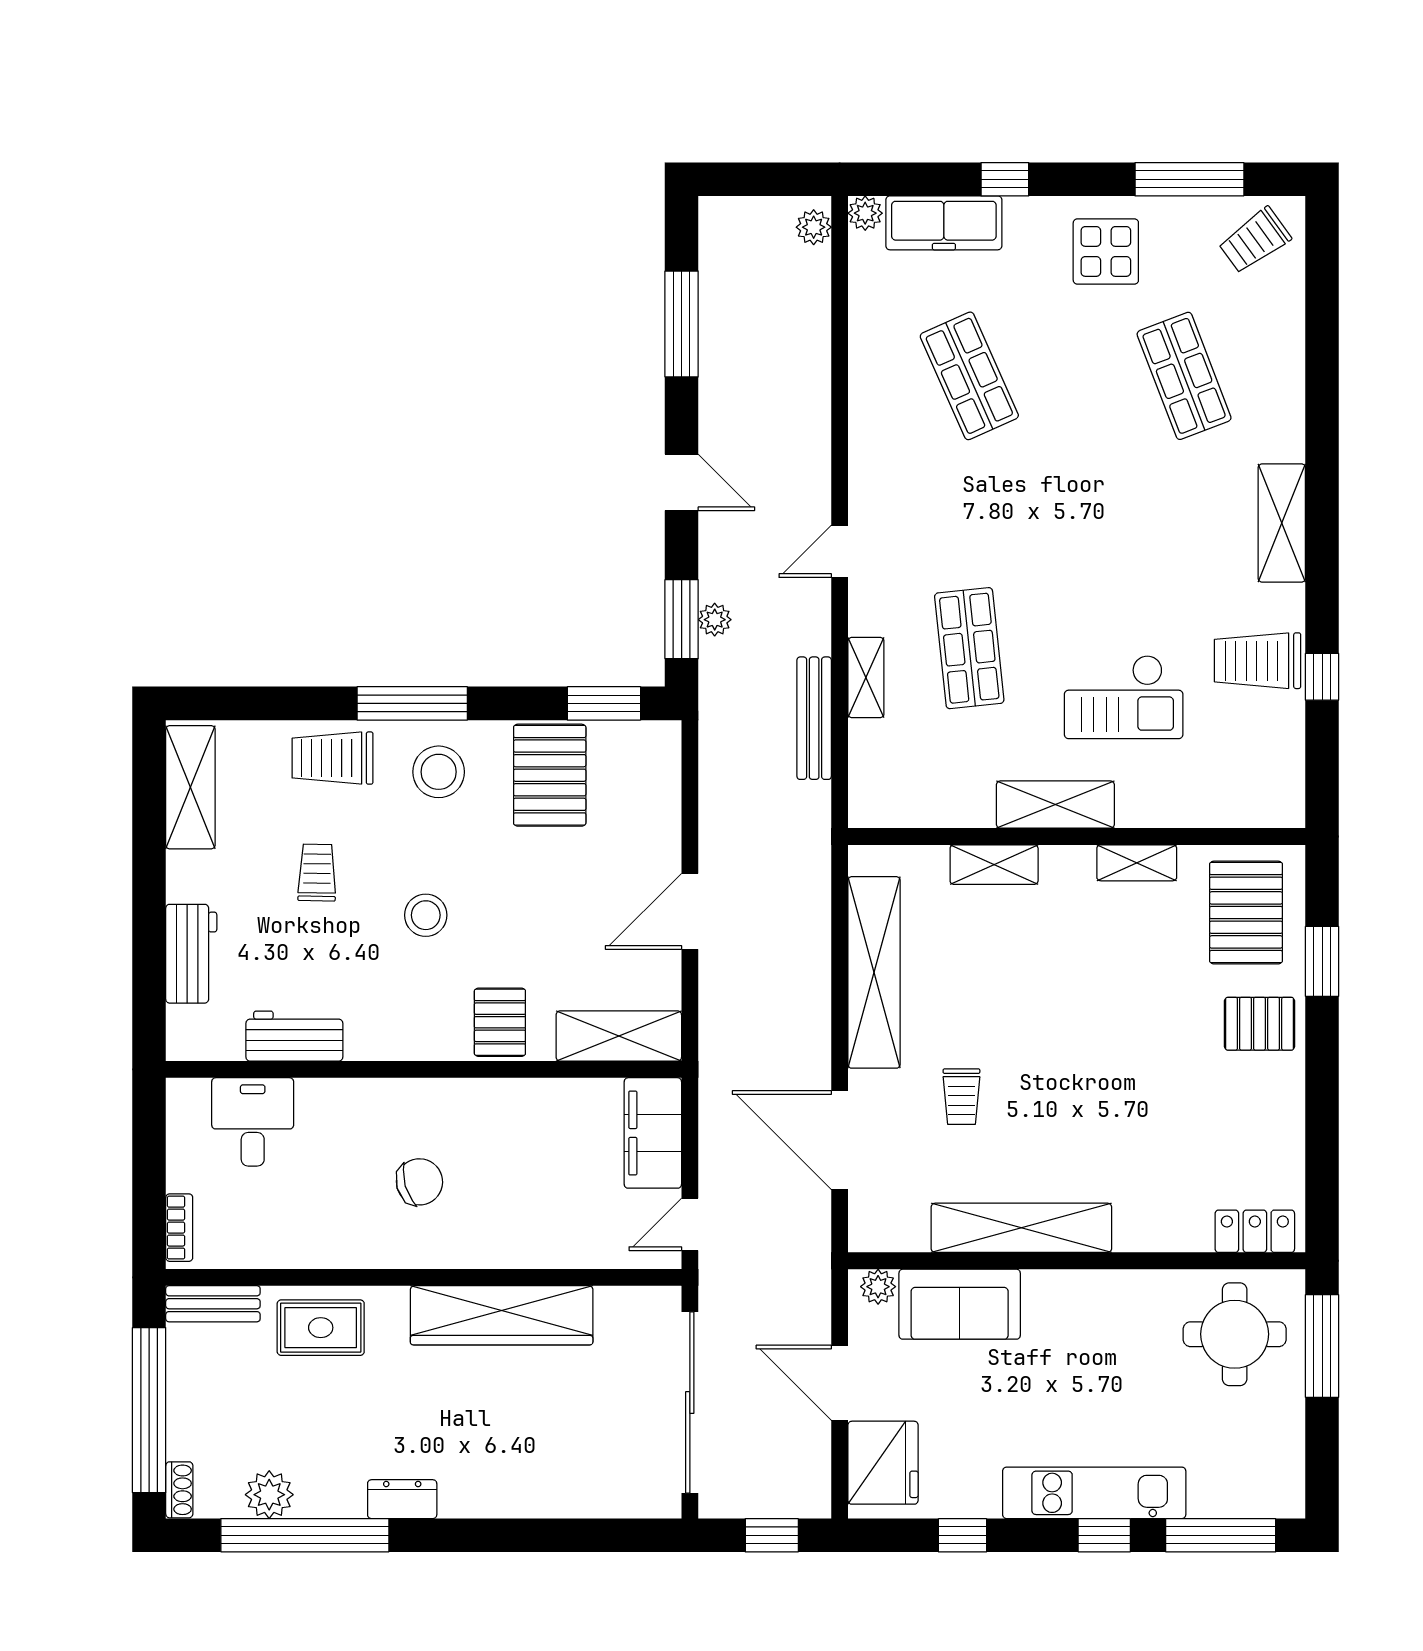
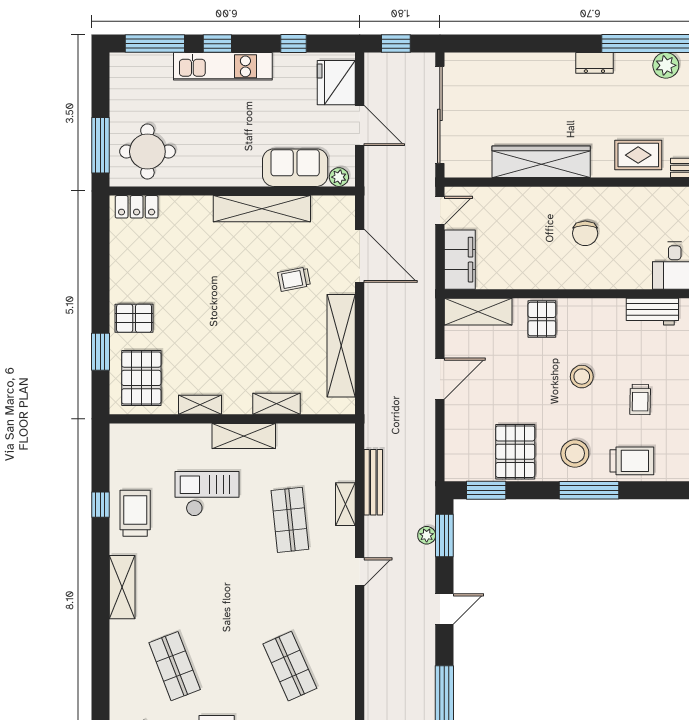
door: (682, 482) -> (444, 609), swing flipped
trolley: (1258, 661) -> (135, 513), turned -90
trolley: (961, 1097) -> (294, 279), turned -101
chair: (419, 1182) -> (585, 233), turned -74

